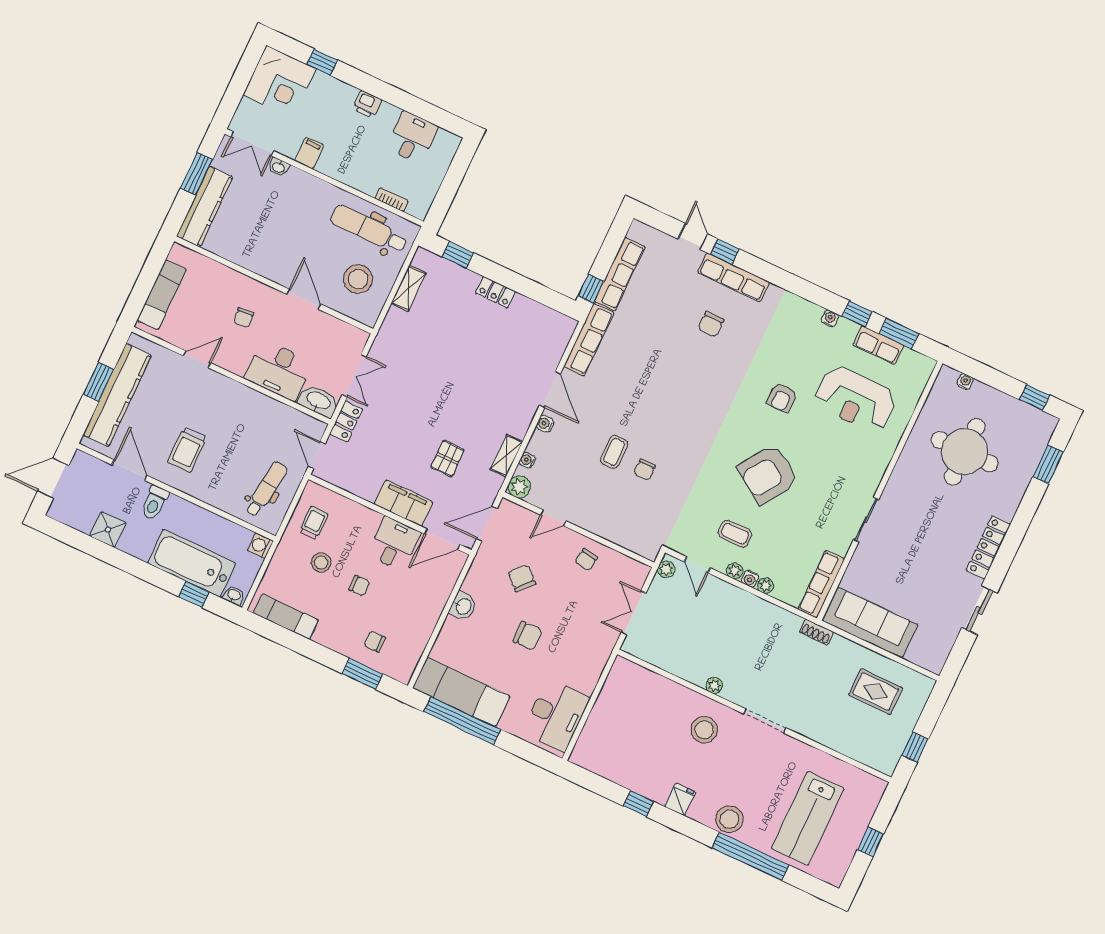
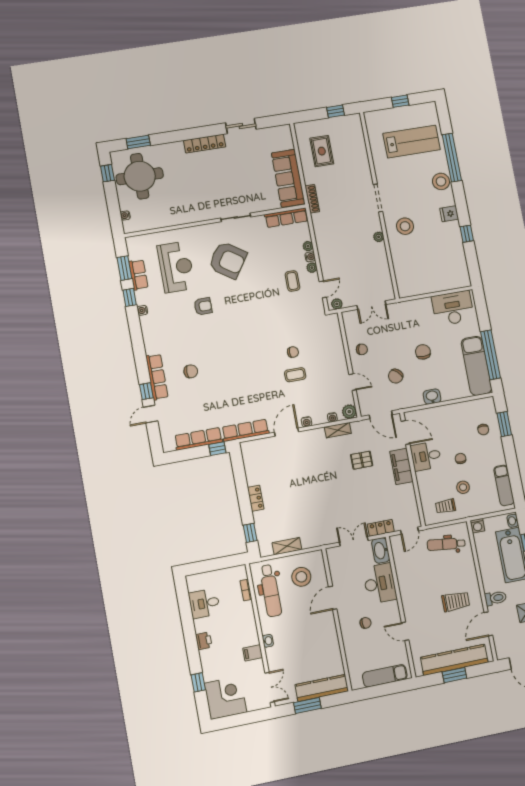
washbasin: (279, 167) -> (268, 641), moved
round table: (965, 452) -> (140, 176), moved
armchair: (768, 474) -> (228, 260), moved
shoe rack: (816, 632) -> (312, 199), width x1.43

